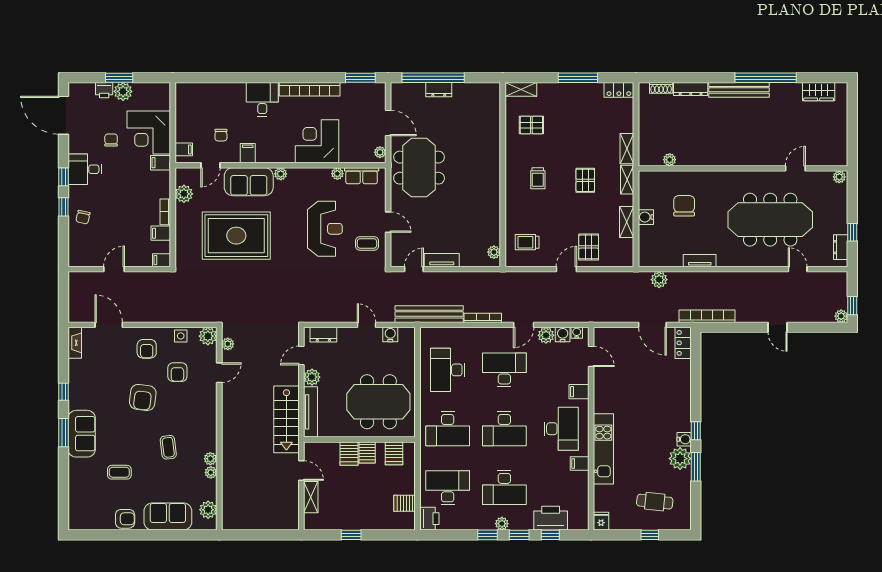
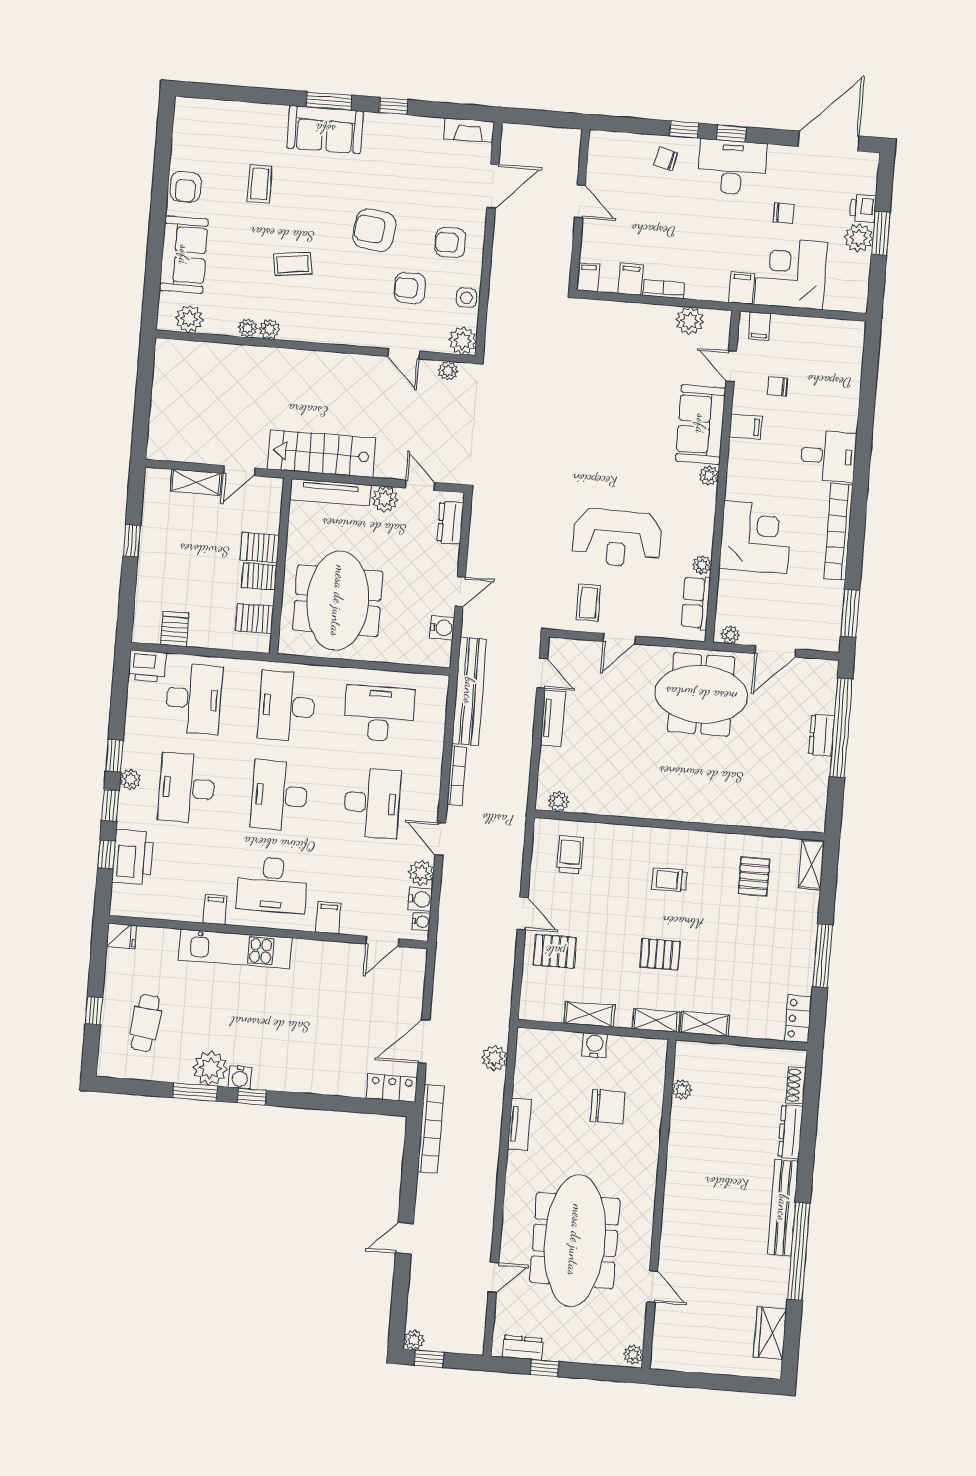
desk: (85, 169) -> (732, 167), width x1.37
rug: (236, 236) -> (617, 398), removed

